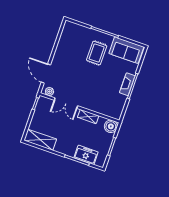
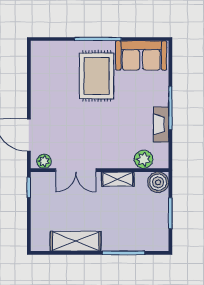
rug: (97, 53) -> (97, 76), width x1.36, depth x1.43
fireplace: (127, 84) -> (161, 124), moved
plant: (107, 110) -> (144, 159), added
shelving: (40, 140) -> (76, 241), moved
freezer: (86, 155) -> (135, 240), removed

